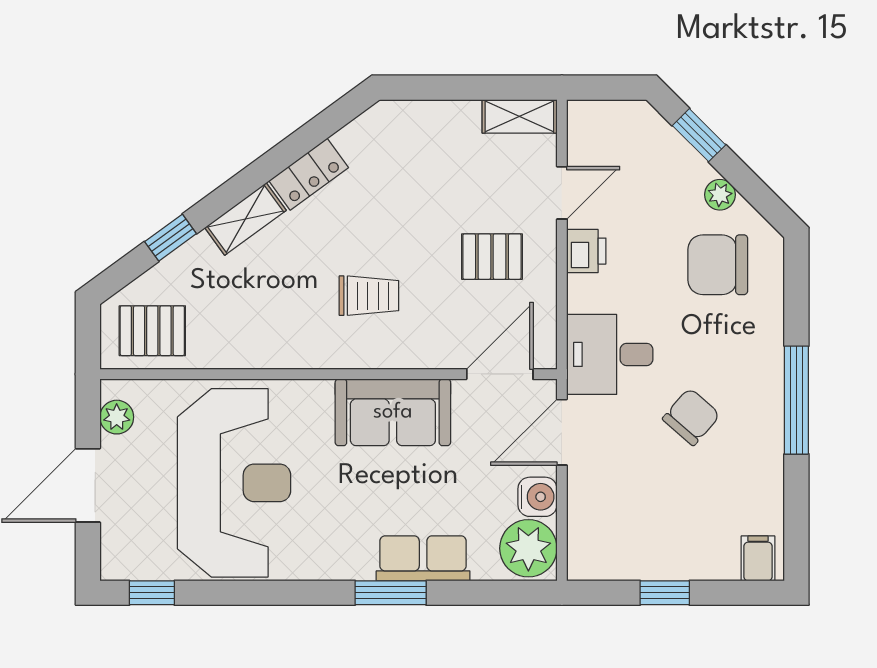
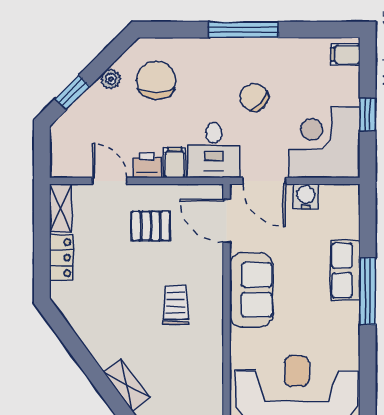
locker: (309, 174) -> (61, 258), moved, turned 36
pallet: (492, 257) -> (151, 226), turned 90
chair: (718, 265) -> (156, 80), turned 180
filing cabinet: (590, 294) -> (175, 163), added
corner desk: (622, 526) -> (324, 142), added
plant: (528, 548) -> (339, 202), removed
window: (391, 593) -> (368, 291), width x1.44

